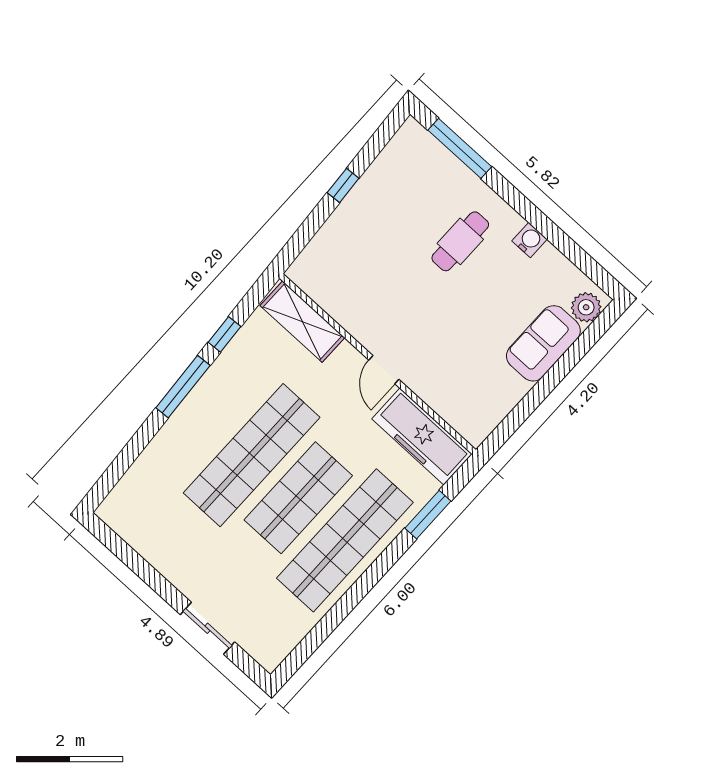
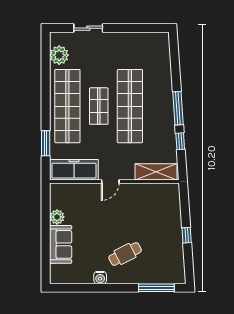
cafe table: (460, 241) -> (125, 254), turned 63
plant: (586, 307) -> (57, 217), moved
door: (384, 370) -> (110, 182), swing flipped
shop shelf: (298, 498) -> (99, 106), width x0.70, depth x0.74
plant: (288, 627) -> (59, 55), added

